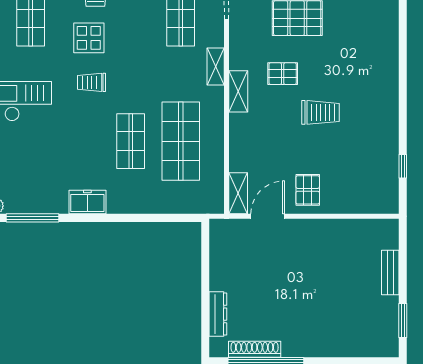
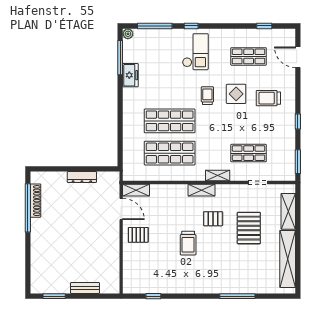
window: (403, 36) -> (237, 296), added
pallet: (283, 74) -> (213, 219), turned 90
shop shelf: (131, 141) -> (170, 121), width x1.43, depth x1.36
freezer: (87, 202) -> (130, 75), moved
dresser: (218, 314) -> (82, 177), moved

